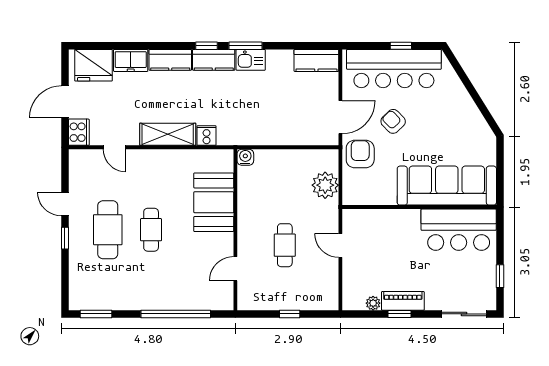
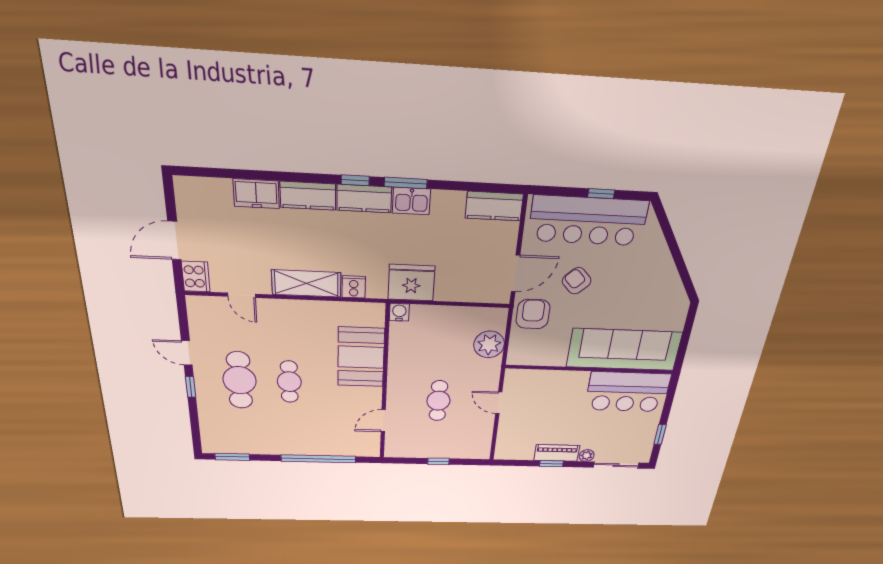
fridge: (93, 65) -> (411, 283), moved, turned 180
plant: (373, 303) -> (587, 456), moved

